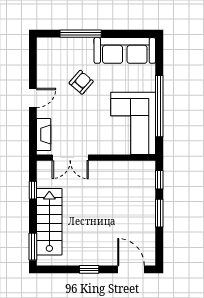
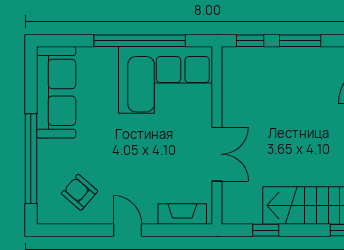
window: (81, 34) -> (31, 159), width x1.46
armchair: (81, 82) -> (80, 192), moved
double door: (70, 158) -> (217, 154), moved

